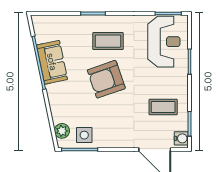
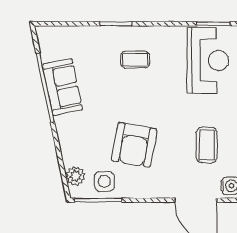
coffee table: (108, 41) -> (135, 60), width x0.73, depth x0.77
armchair: (106, 79) -> (134, 145), moved, turned -61
coffee table: (163, 107) -> (207, 145), turned 90

